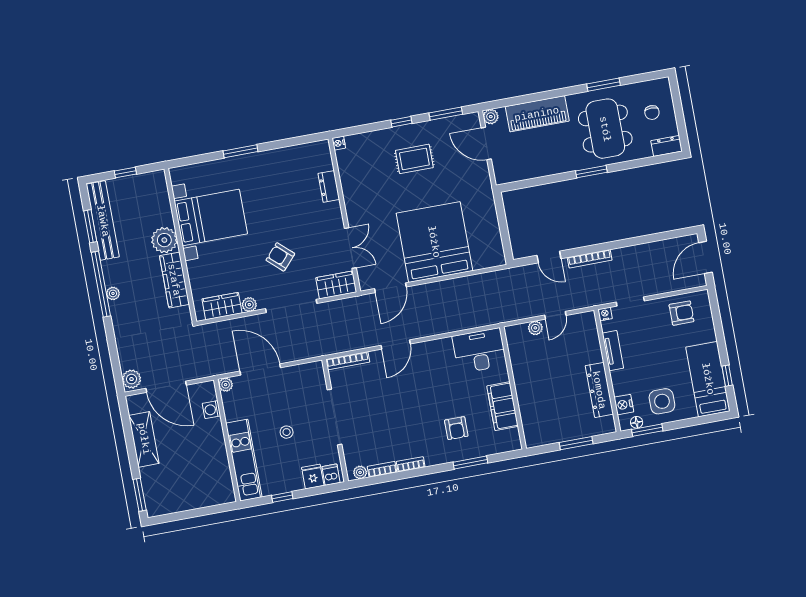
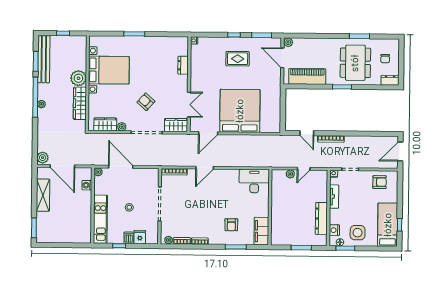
piano: (537, 114) -> (307, 76), moved, turned 180
filing cabinet: (503, 406) -> (261, 231), moved
dishwasher: (331, 475) -> (129, 238), moved

